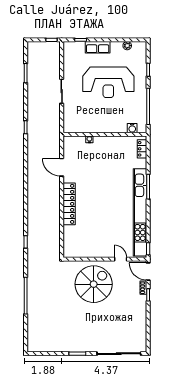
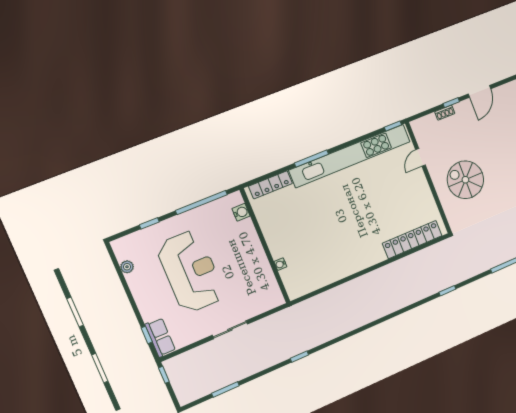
row of seats: (98, 47) -> (160, 337), moved
locker: (142, 149) -> (270, 185), width x1.53
door: (62, 167) -> (333, 285), removed
locker: (69, 204) -> (412, 239), moved
door: (148, 272) -> (479, 91), moved
spiral stairs: (94, 284) -> (465, 180), width x0.73, depth x0.73

